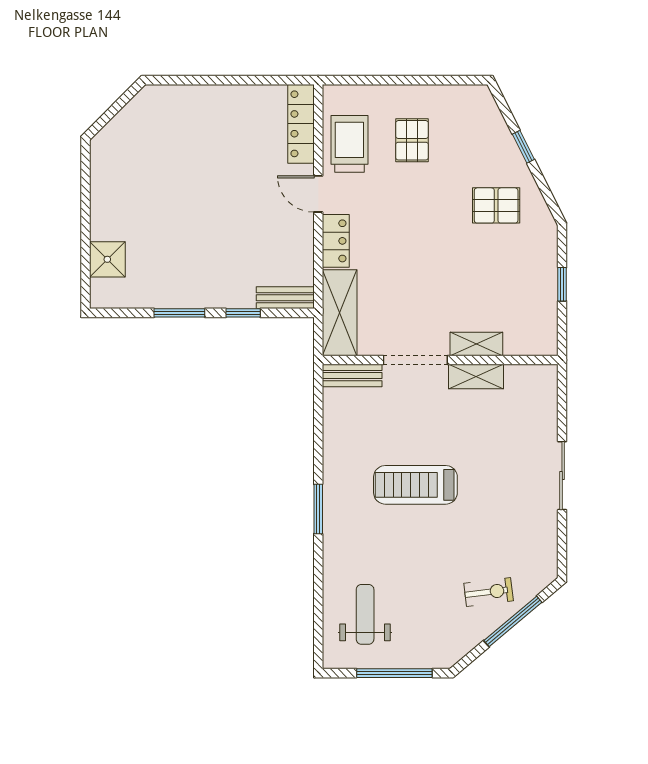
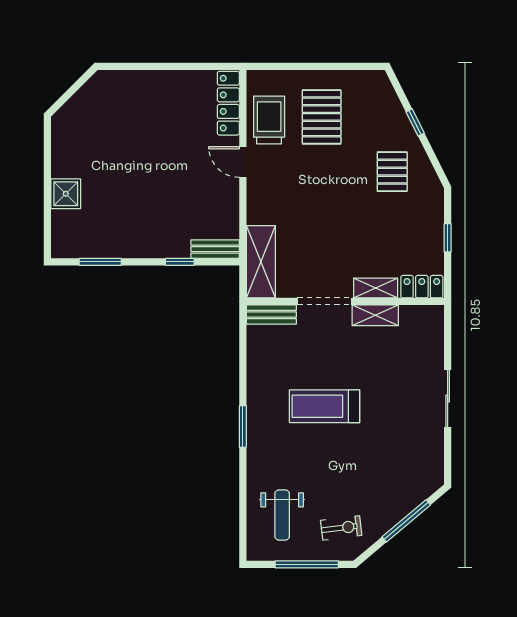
pallet: (412, 140) -> (322, 117), width x1.50, depth x1.42
pallet: (496, 205) -> (392, 172), turned 90
locker: (336, 241) -> (422, 287), moved, turned -90
shower: (107, 259) -> (66, 194), moved
window: (179, 313) -> (100, 262), moved
exercise bike: (489, 592) -> (341, 528), moved
weight bench: (365, 614) -> (282, 515), turned 180

